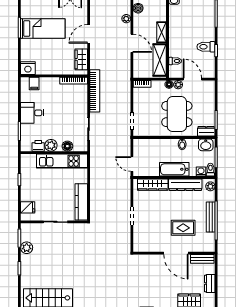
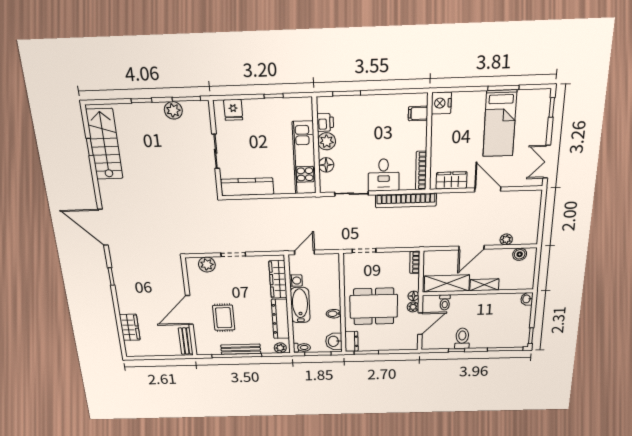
desk: (32, 113) -> (384, 175), moved, turned 180
washing machine: (201, 172) -> (296, 281), moved
plant: (139, 236) -> (207, 265), added
dresser: (210, 283) -> (155, 350), removed

